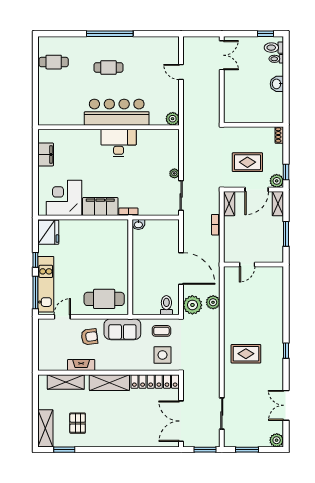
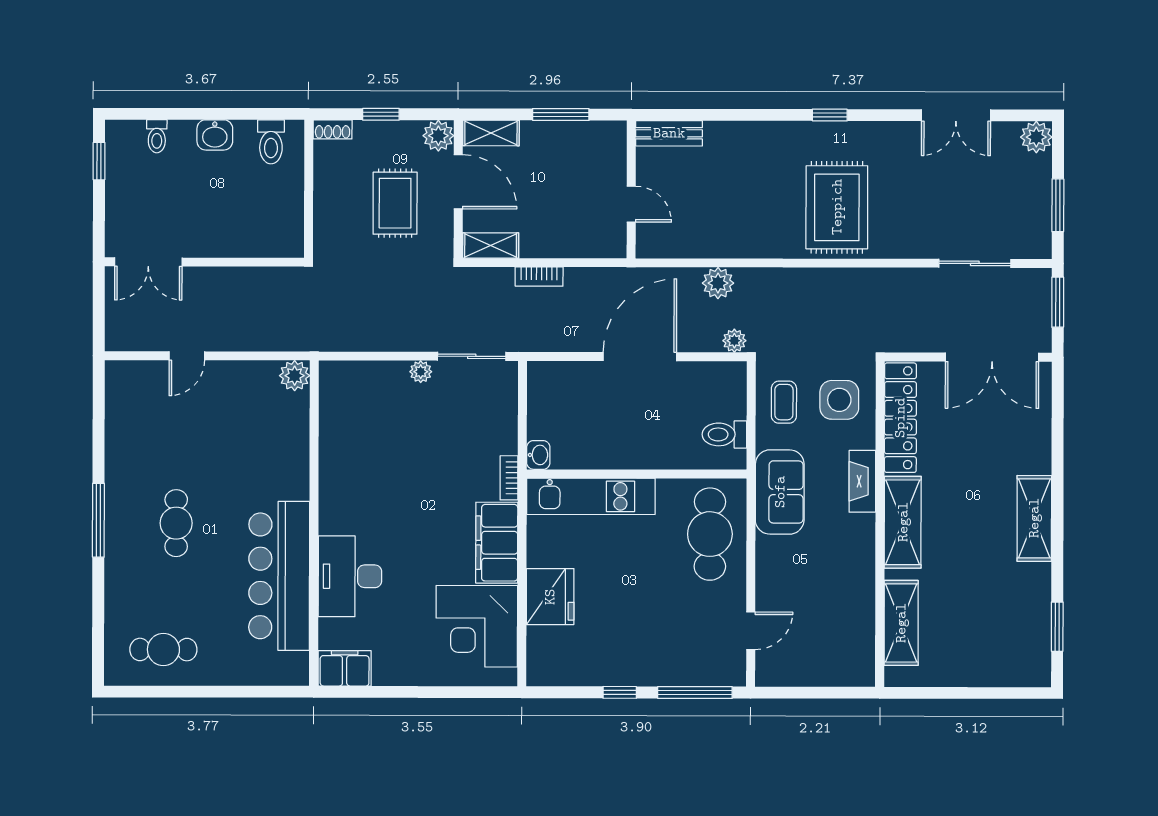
window: (110, 34) -> (98, 520), width x0.68
toilet: (274, 48) -> (271, 142), moved
double door: (222, 55) -> (148, 262), swing flipped
cafe table: (54, 62) -> (163, 650), turned 90
bar counter: (117, 112) -> (279, 576), moved
desk: (119, 143) -> (350, 576), moved
filing cabinet: (46, 154) -> (345, 668), moved
window: (286, 172) -> (381, 114), moved
fridge: (48, 232) -> (550, 597), moved, turned 90
bench: (278, 281) -> (669, 133), added
kitchen unit: (46, 284) -> (591, 496), moved, turned 180
toilet: (166, 305) -> (724, 434), moved
plant: (192, 305) -> (734, 341), width x0.53, depth x0.53
door: (62, 317) -> (751, 631), swing flipped
armchair: (89, 337) -> (797, 568), removed
rug: (246, 354) -> (837, 207), width x1.36, depth x1.43
fireplace: (81, 365) -> (862, 481), moved
pallet: (78, 423) -> (996, 596), removed
shelving: (45, 428) -> (1034, 518), moved, turned 90

